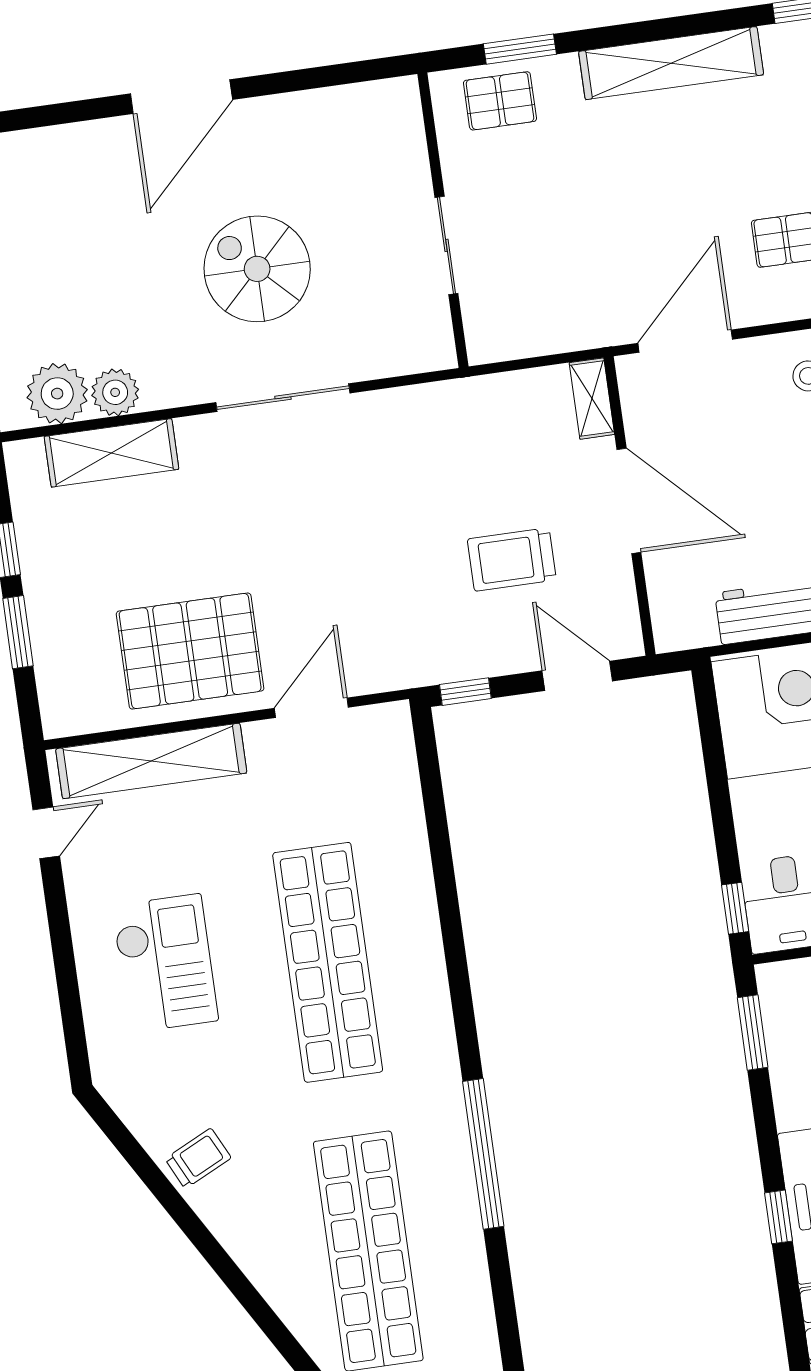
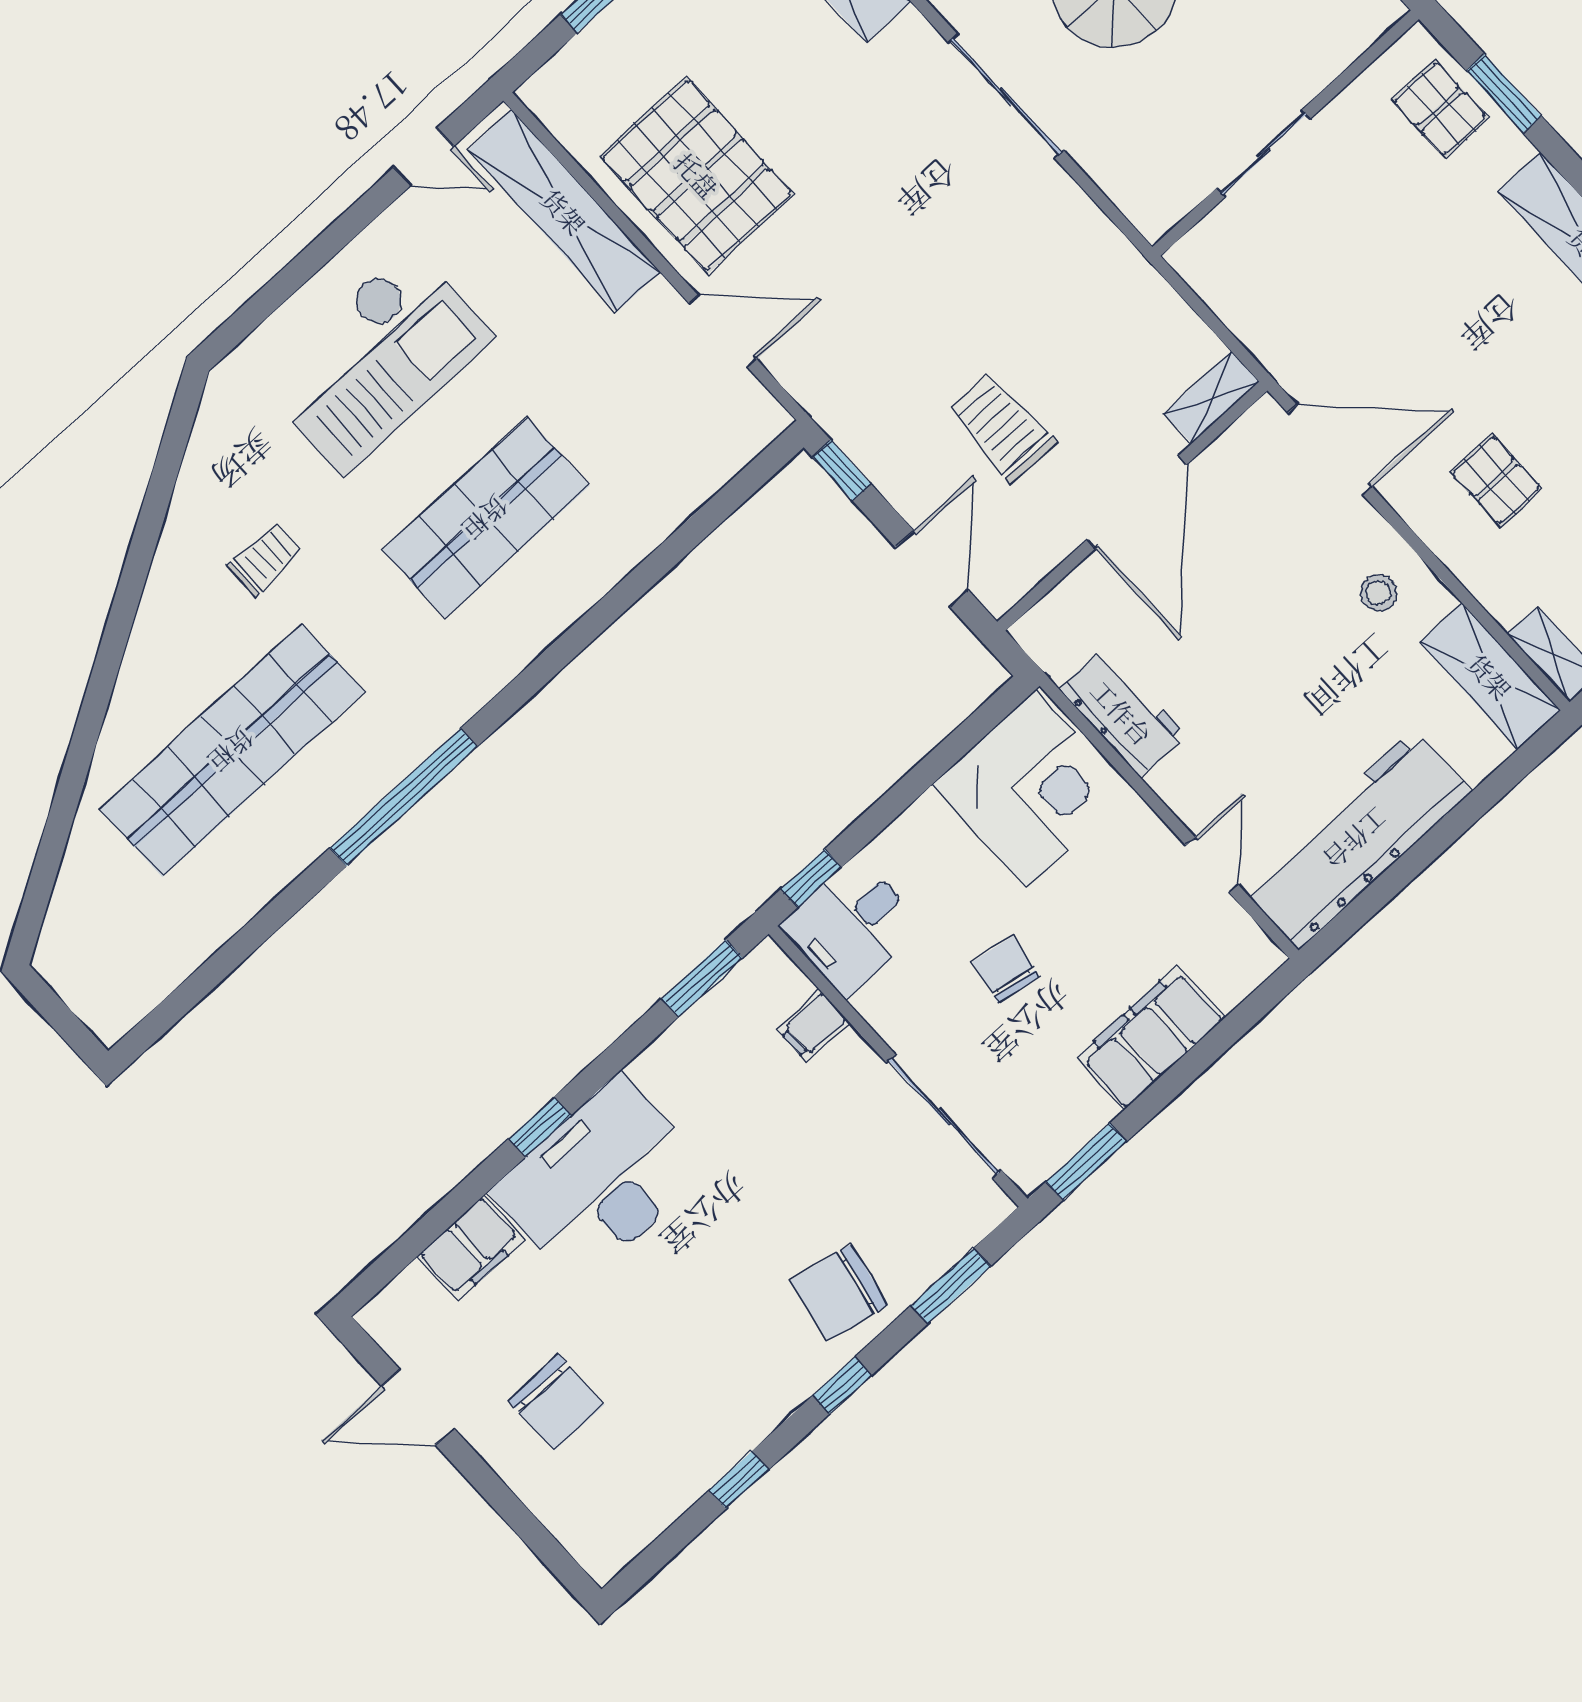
shop shelf: (328, 962) -> (486, 518), width x0.71
checkout: (165, 963) -> (376, 360), width x1.36, depth x1.21
trolley: (198, 1158) -> (265, 559), moved, turned -64

